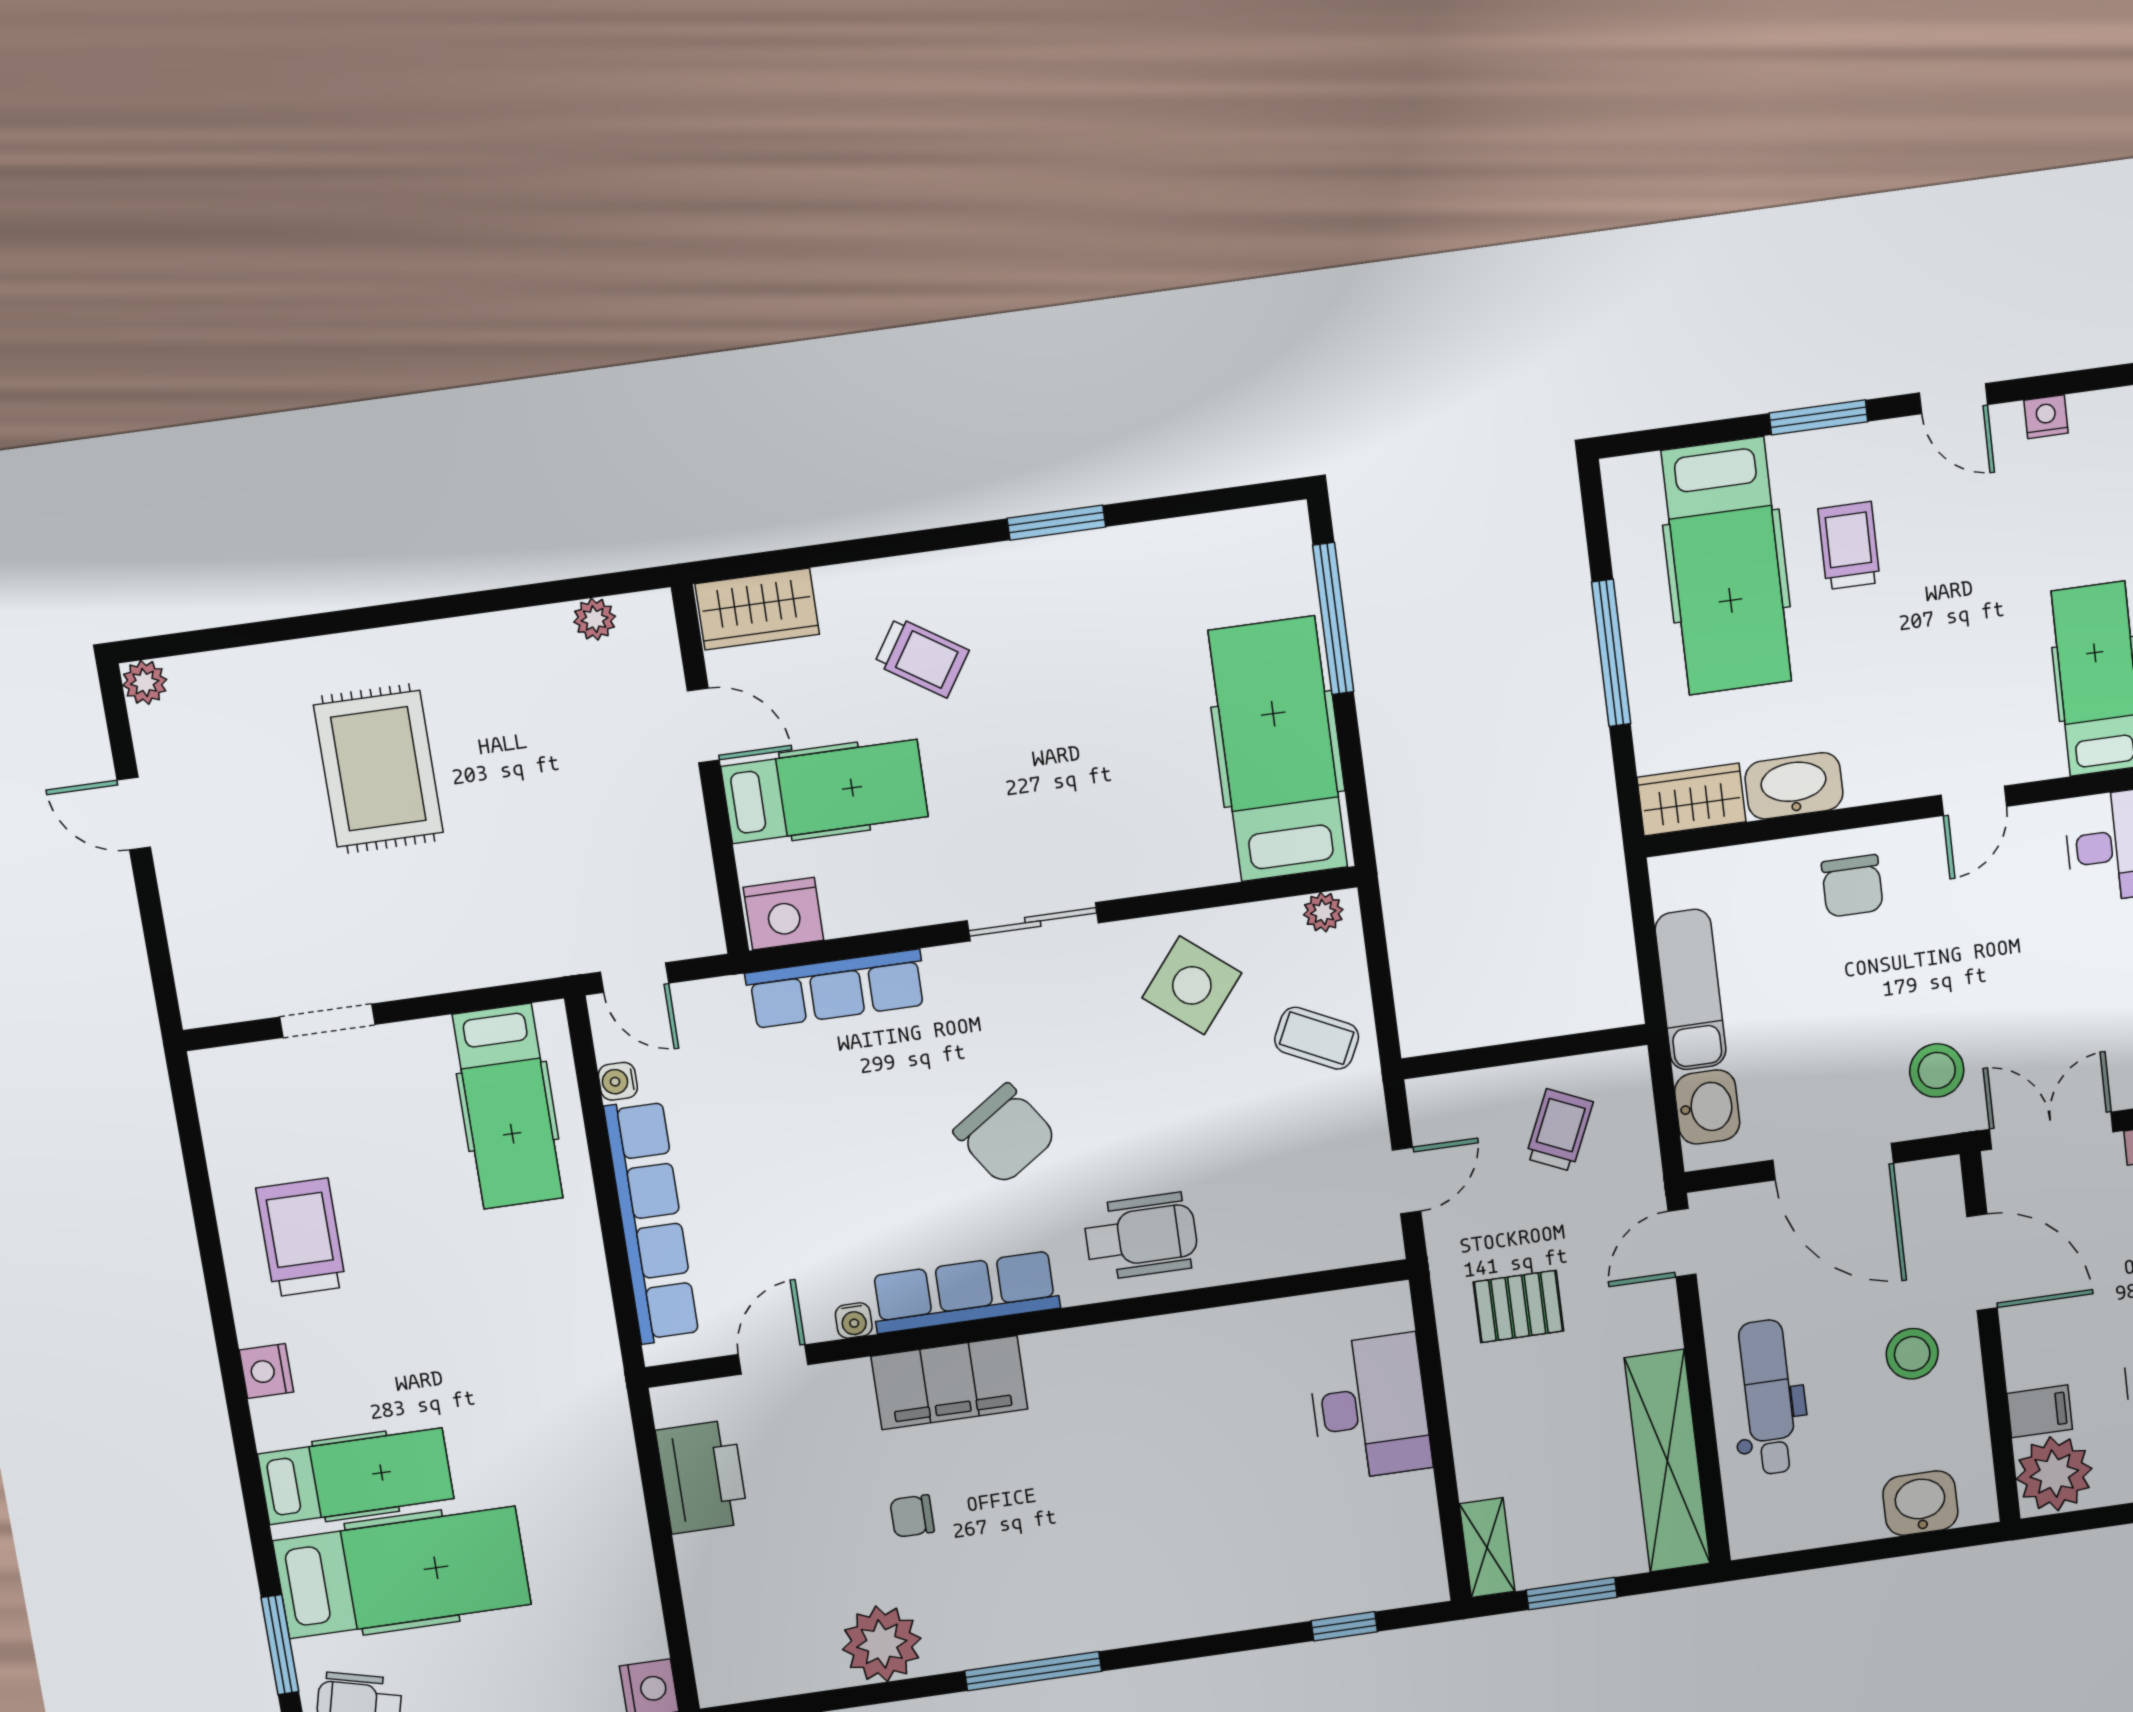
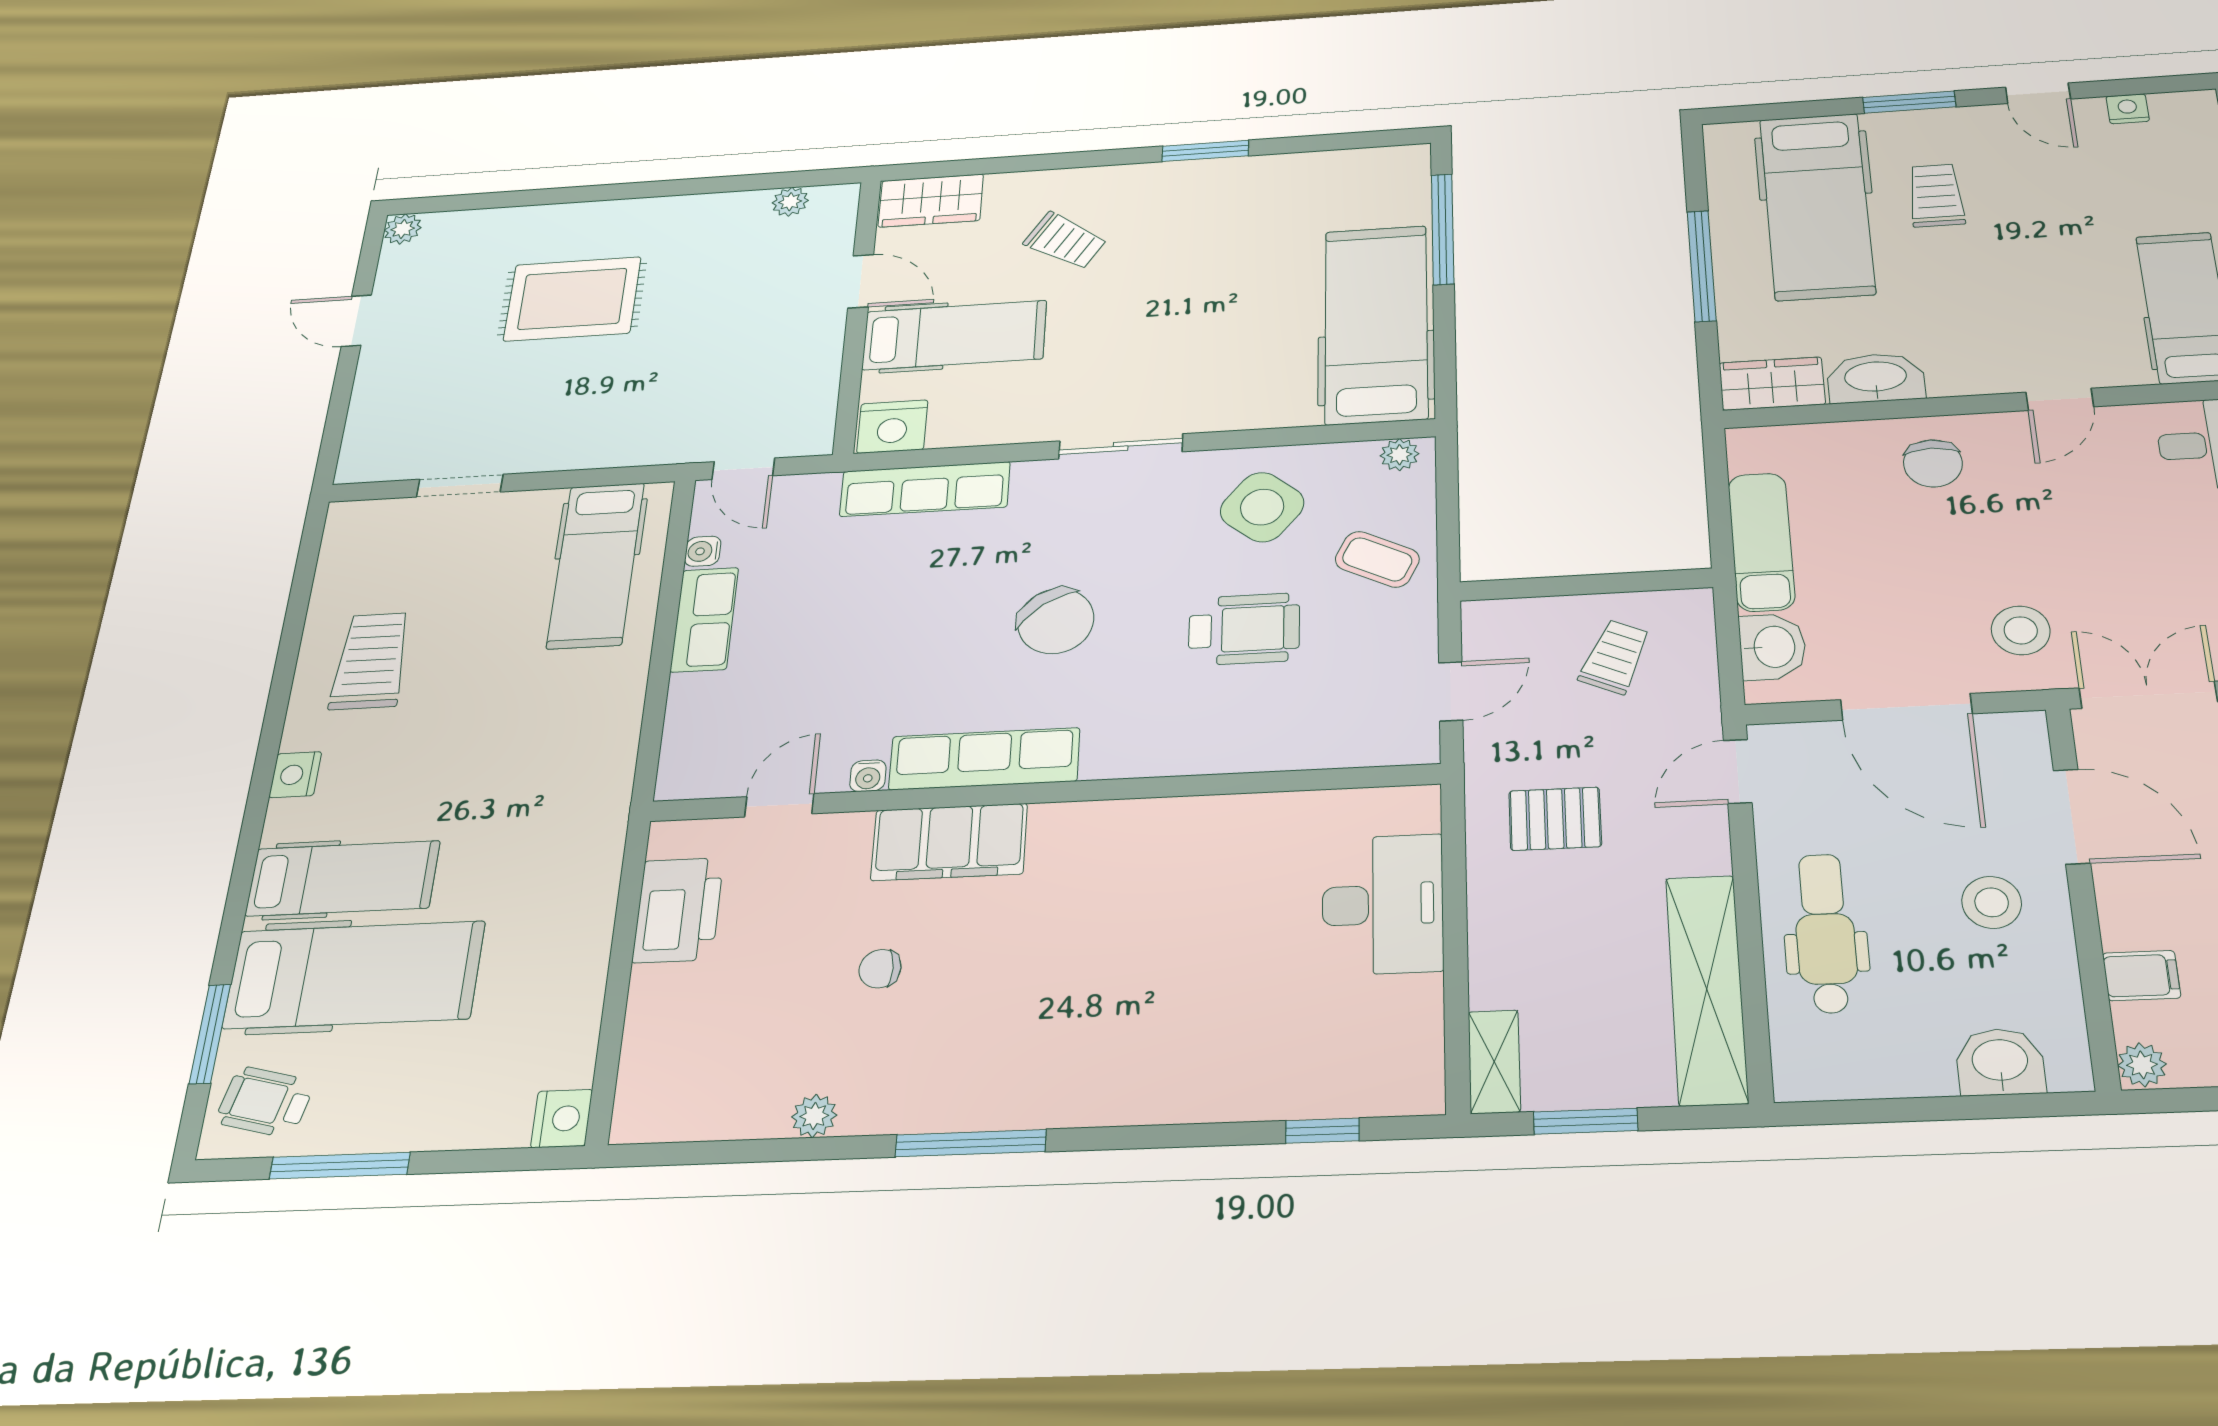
rug: (378, 769) -> (572, 299), turned 90
row of seats: (651, 1222) -> (704, 620), width x0.50
wheelchair: (1141, 1236) -> (1244, 629), moved
plant: (2054, 1474) -> (2142, 1065), width x0.53, depth x0.53
plant: (882, 1644) -> (814, 1116), width x0.53, depth x0.53

